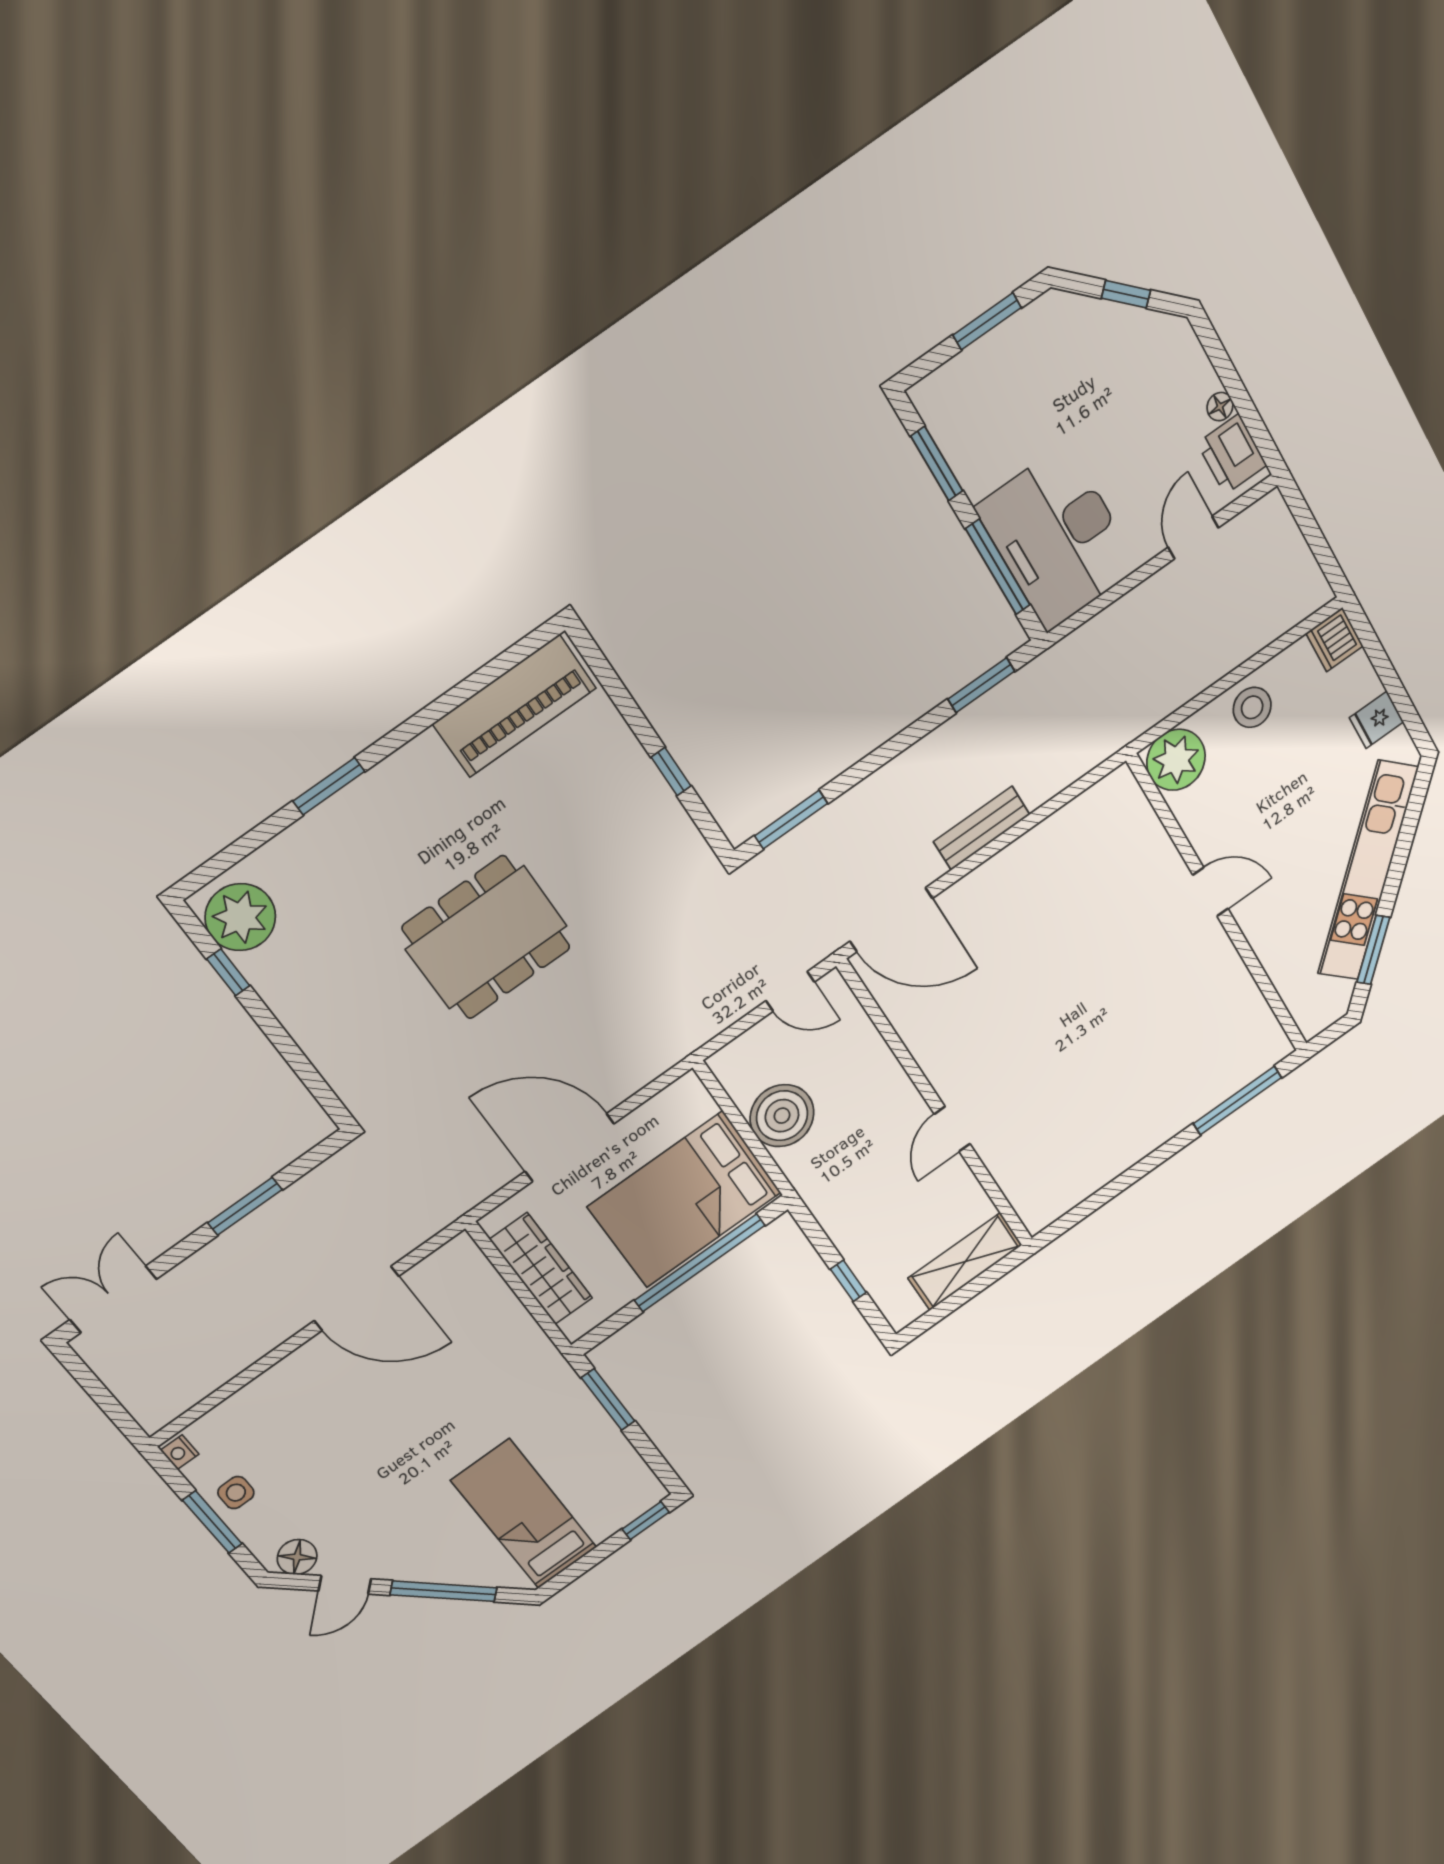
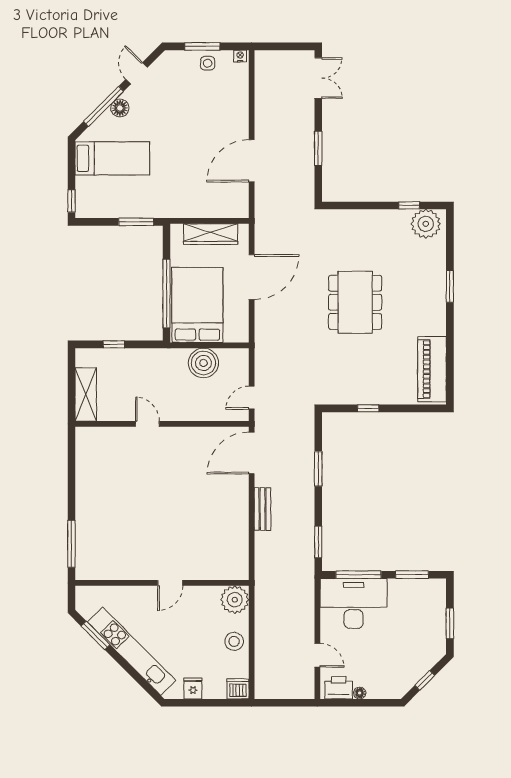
window: (791, 820) -> (318, 469), moved
floor lamp: (297, 1557) -> (120, 108), moved

